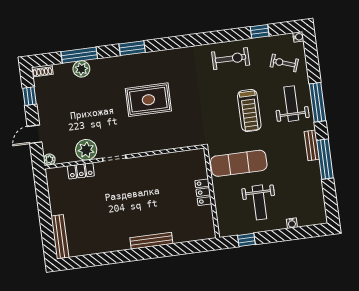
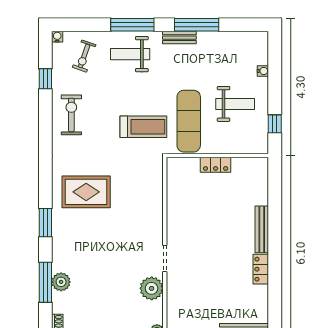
rug: (148, 100) -> (86, 192), moved, turned 90
treadmill: (249, 111) -> (143, 127), moved
locker: (81, 171) -> (261, 269), moved, turned 180

